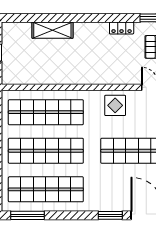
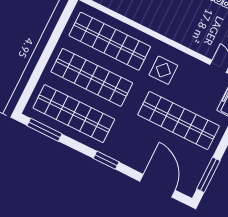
display table: (115, 105) -> (163, 70), moved
window: (110, 215) -> (106, 160), moved

